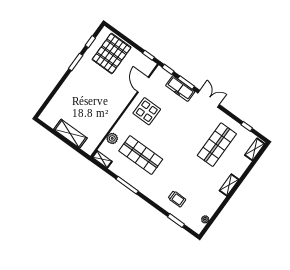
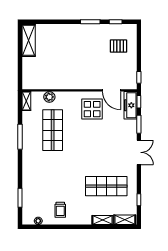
pallet: (112, 53) -> (118, 46), width x0.49, depth x0.50
door: (143, 85) -> (112, 90), swing flipped
freezer: (180, 89) -> (130, 105), moved
shelving: (70, 134) -> (29, 40), moved
shelving: (229, 185) -> (103, 220), moved
trolley: (177, 199) -> (60, 210), moved

